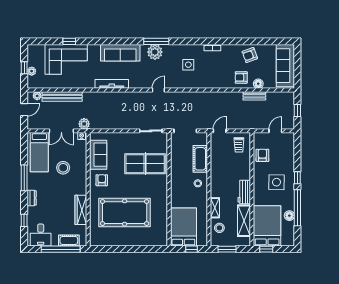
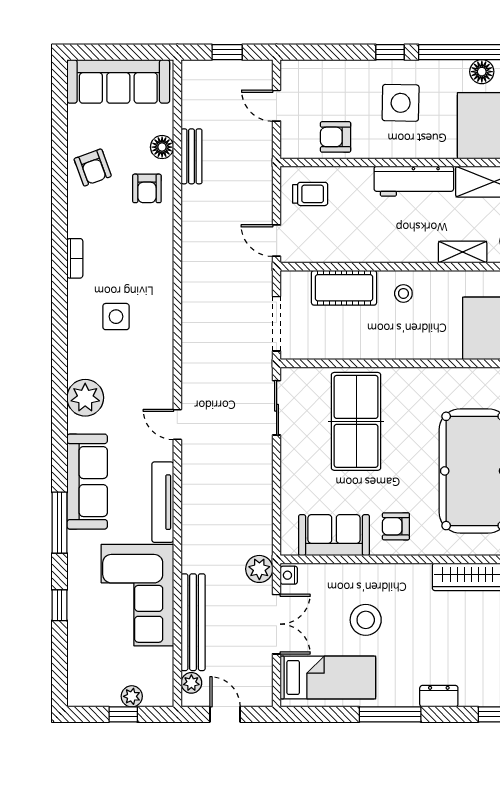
window: (156, 41) -> (60, 523), moved
corner sofa: (66, 59) -> (137, 595), moved, turned 180
door: (158, 90) -> (177, 424), moved
workbench: (244, 192) -> (414, 181), width x1.38

